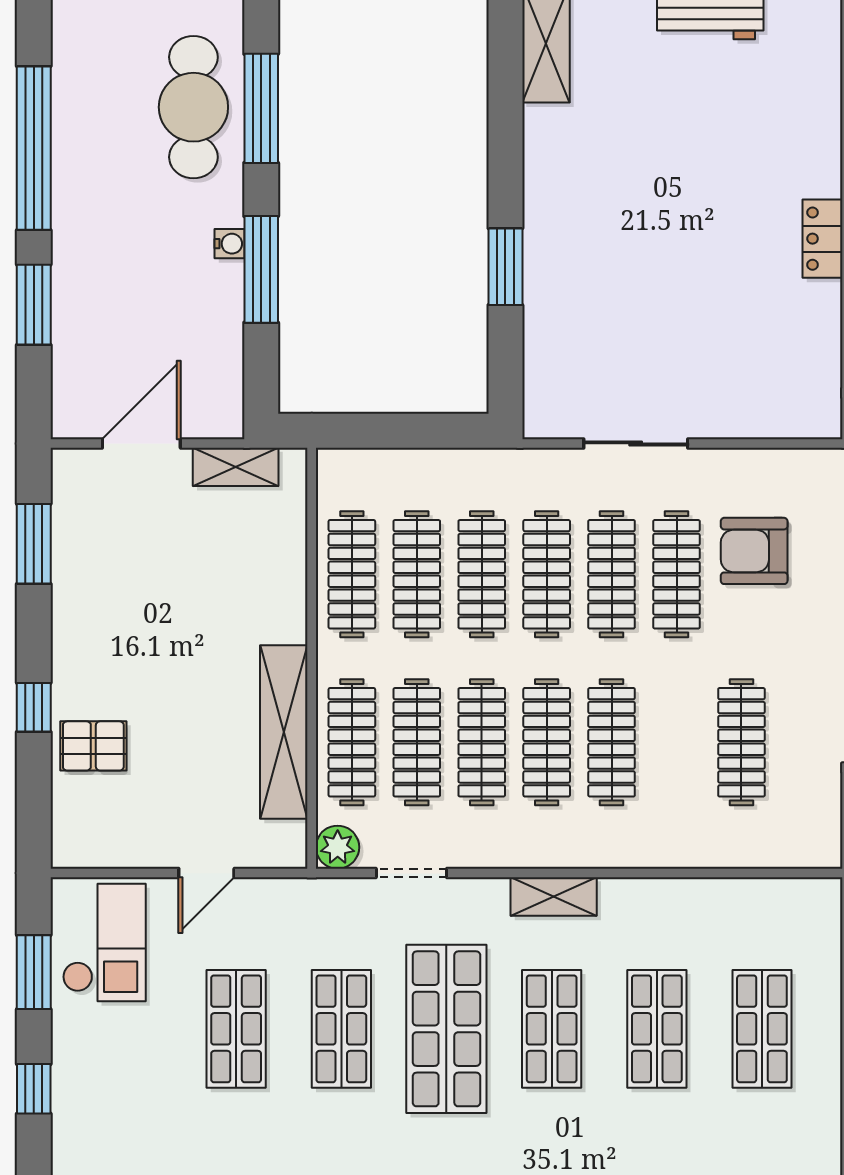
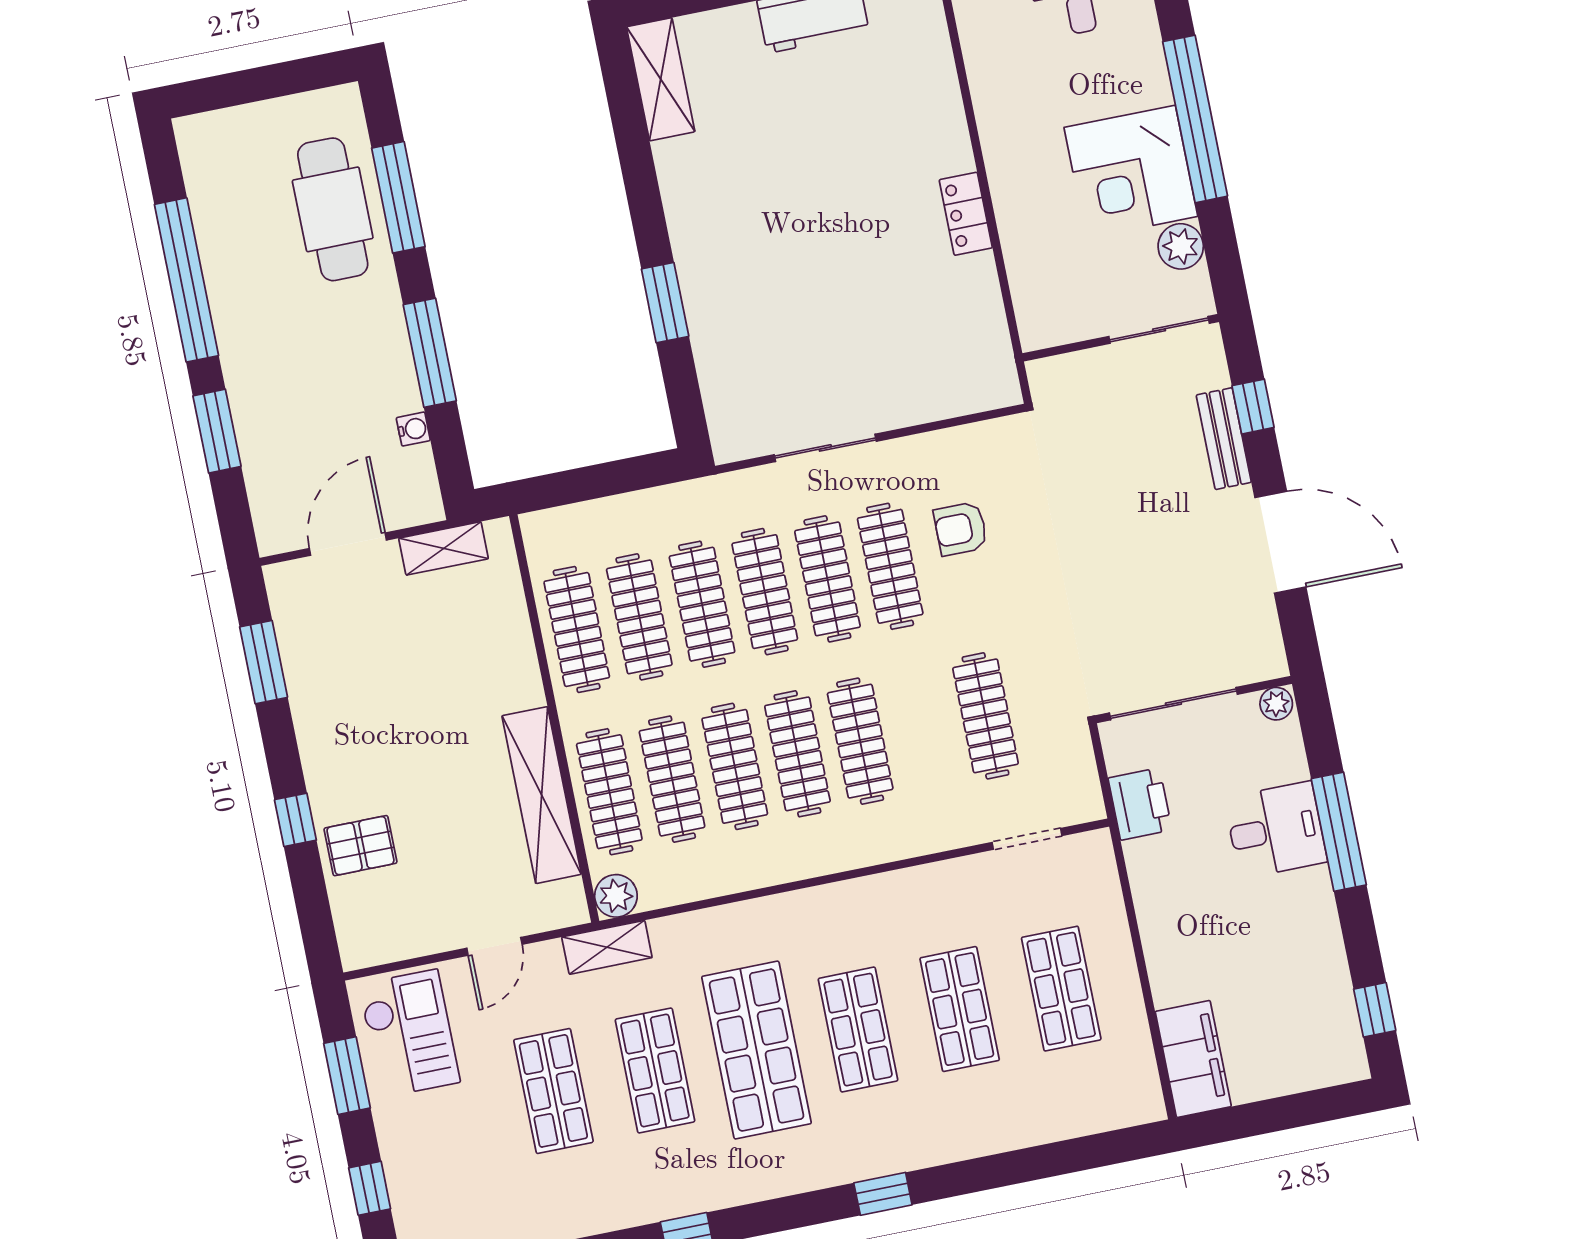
water cooler: (229, 244) -> (413, 429), moved
armchair: (754, 551) -> (961, 529), width x0.72, depth x0.72
doorway: (411, 873) -> (1027, 839), moved
shelving: (554, 897) -> (607, 947), moved

